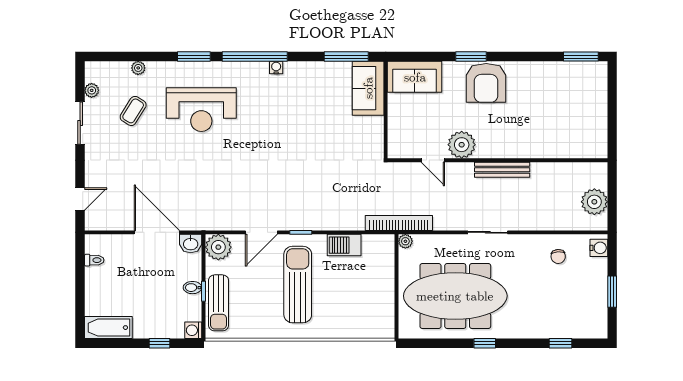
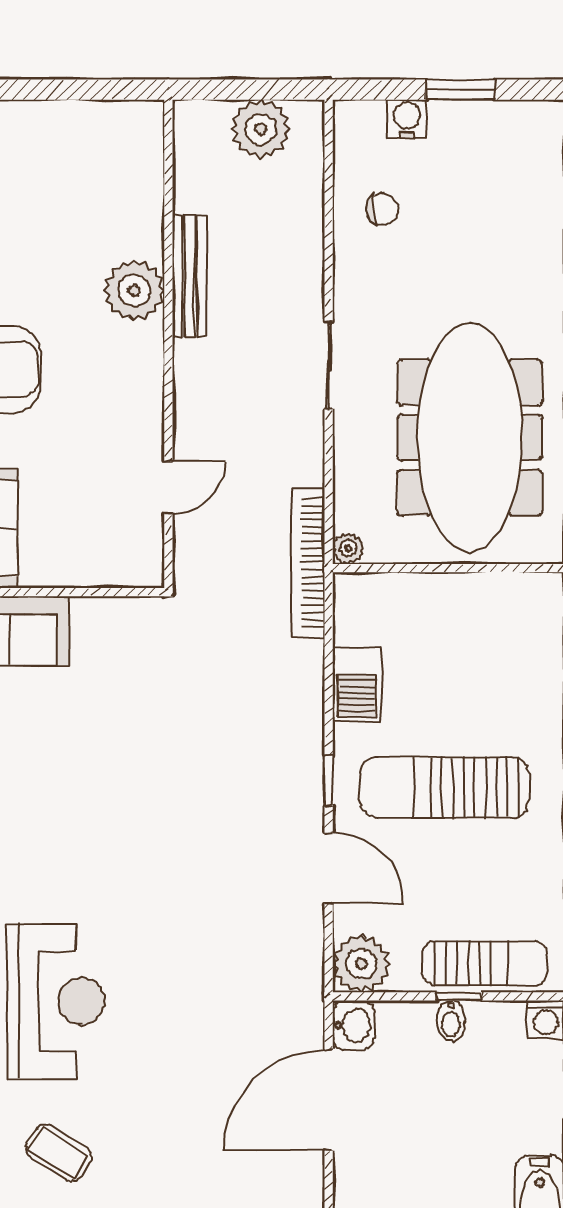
plant: (462, 145) -> (134, 291), moved
bench: (502, 170) -> (189, 276), moved
water cooler: (599, 248) -> (407, 119), moved

